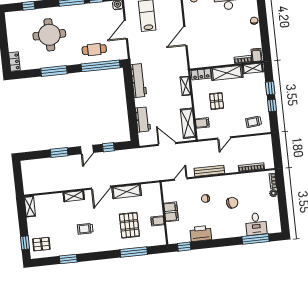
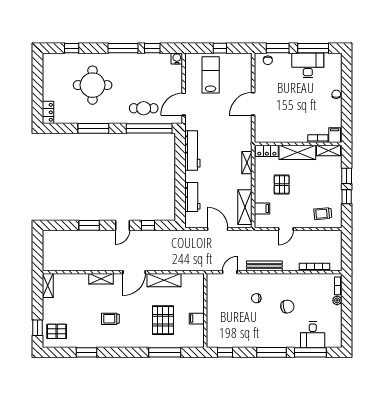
door: (126, 30) -> (184, 104), moved
filing cabinet: (171, 212) -> (214, 310), removed
printer: (201, 234) -> (246, 339), removed
window: (223, 242) -> (271, 352), added

